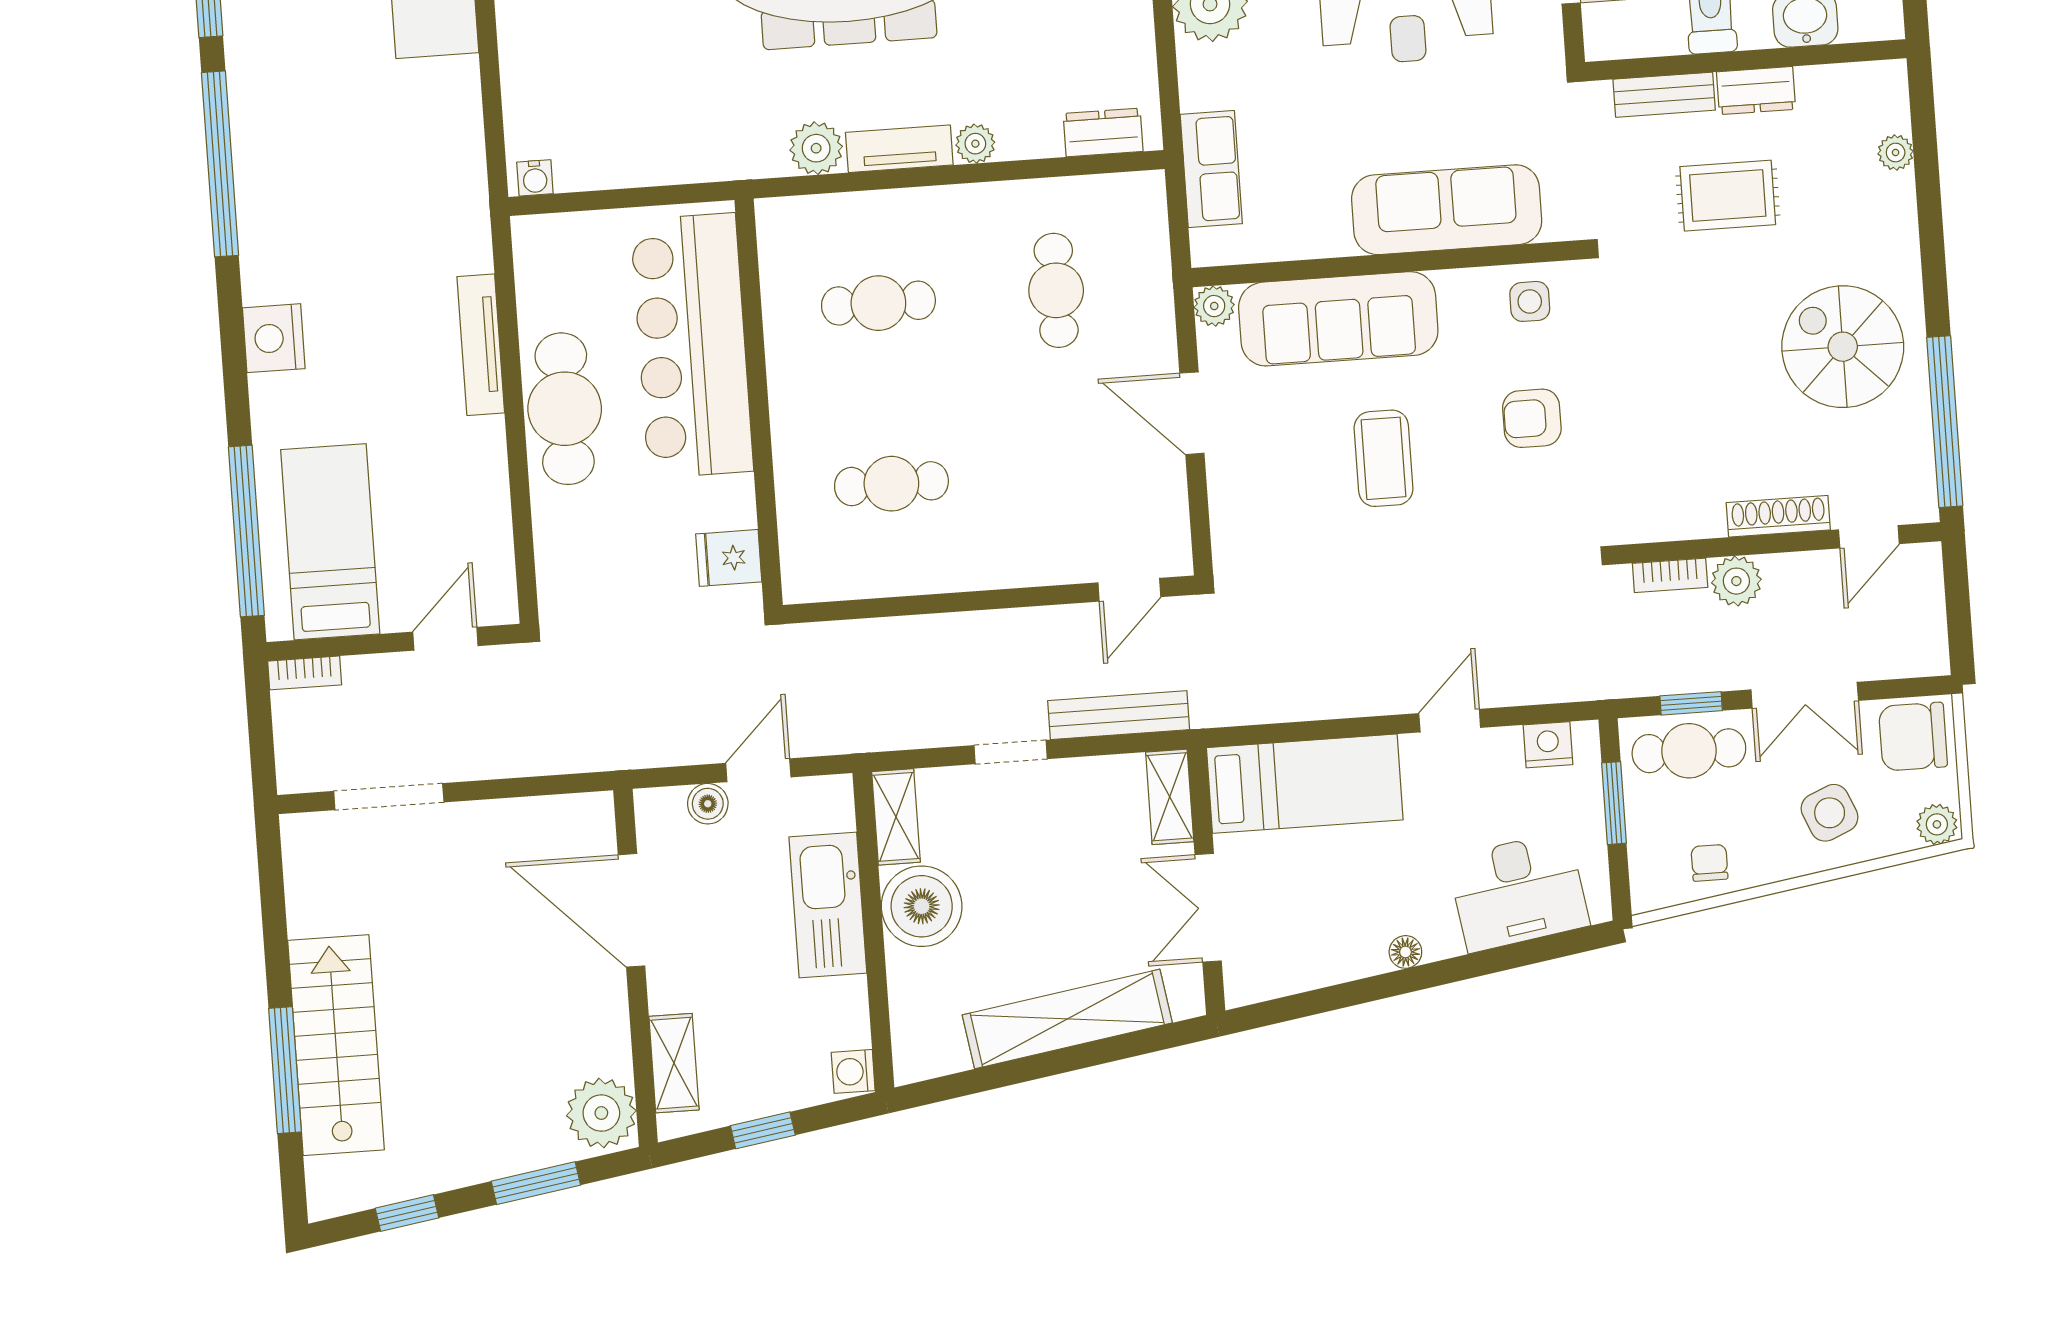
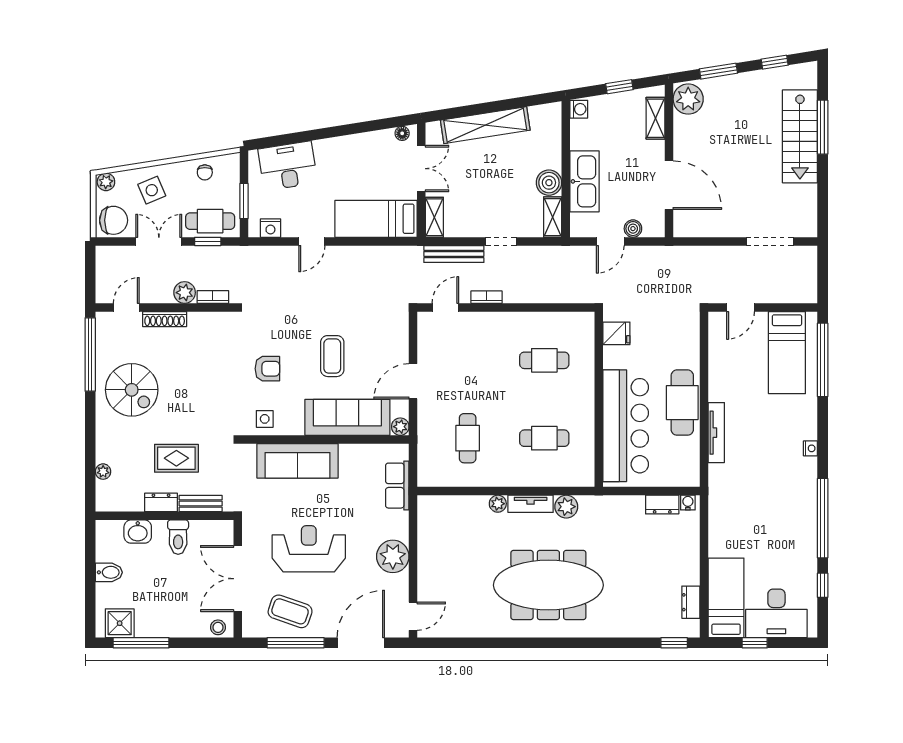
dresser: (1103, 132) -> (662, 505), moved
nightstand: (274, 338) -> (810, 448), width x0.53, depth x0.56
door: (1192, 413) -> (413, 381), swing flipped
bookcase: (305, 673) -> (486, 297), moved
boiler: (922, 906) -> (549, 183), width x0.73, depth x0.73
floor lamp: (1405, 952) -> (402, 133), moved

